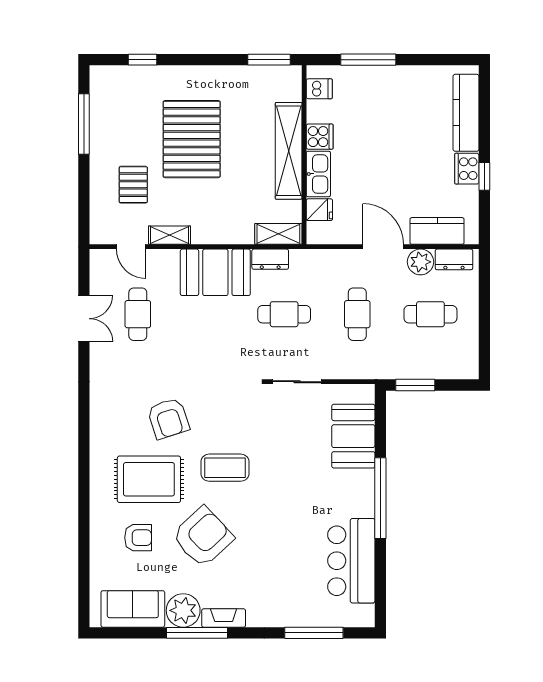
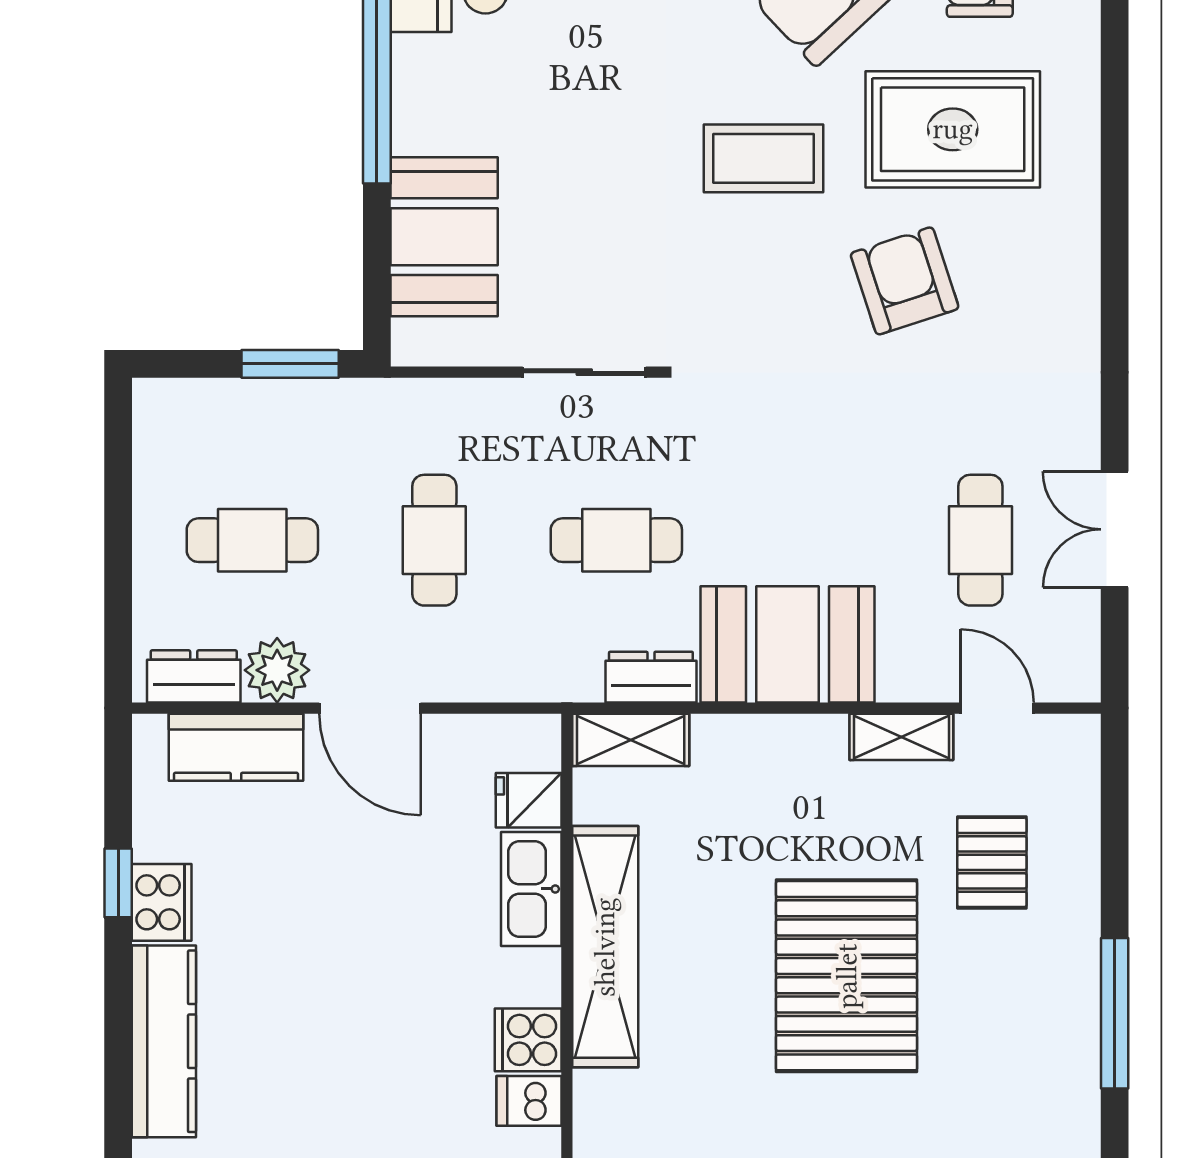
cooker: (320, 137) -> (528, 1040), moved

